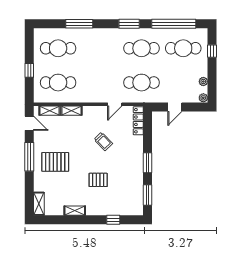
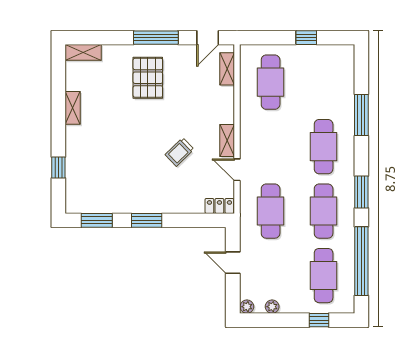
cafe table: (58, 48) -> (324, 147), moved
window: (29, 70) -> (306, 38), moved
shelving: (71, 111) -> (227, 141), moved
locker: (138, 121) -> (219, 206), width x0.66
pallet: (98, 180) -> (120, 144), removed

